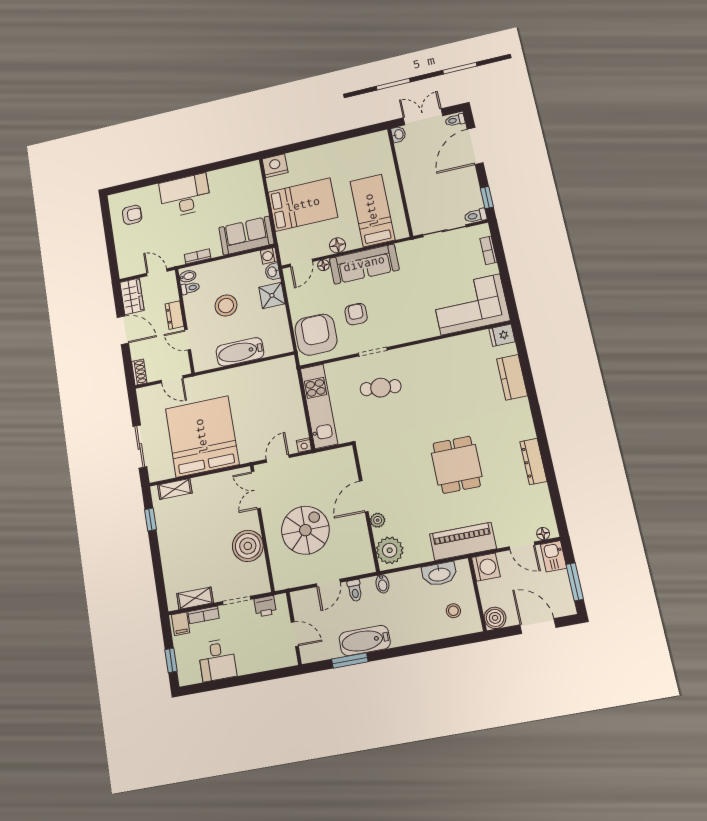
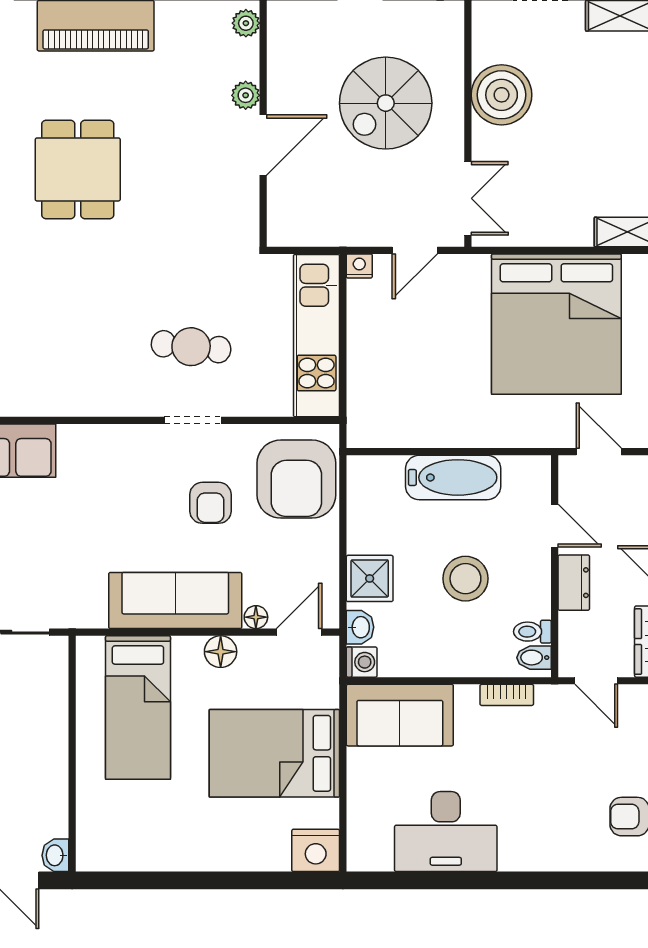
desk: (185, 196) -> (446, 832), moved
plant: (390, 550) -> (246, 23), width x0.53, depth x0.53

